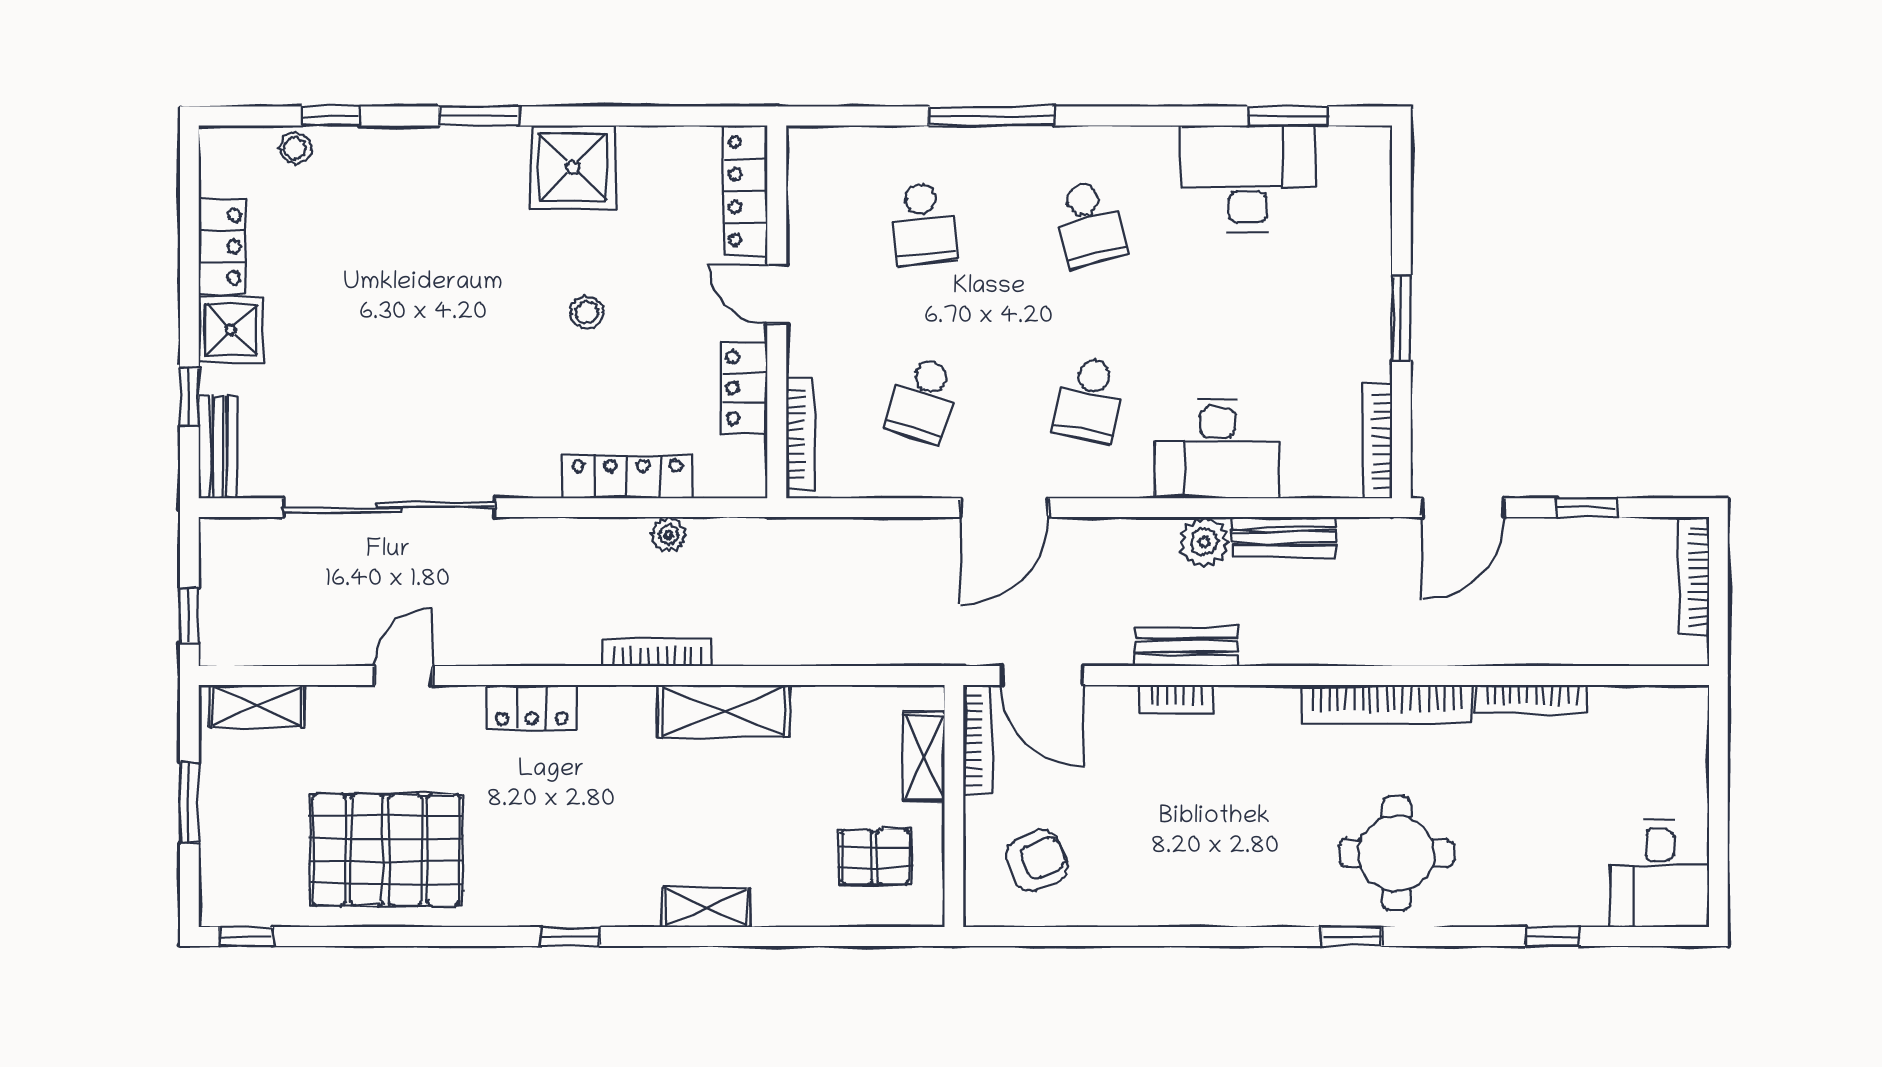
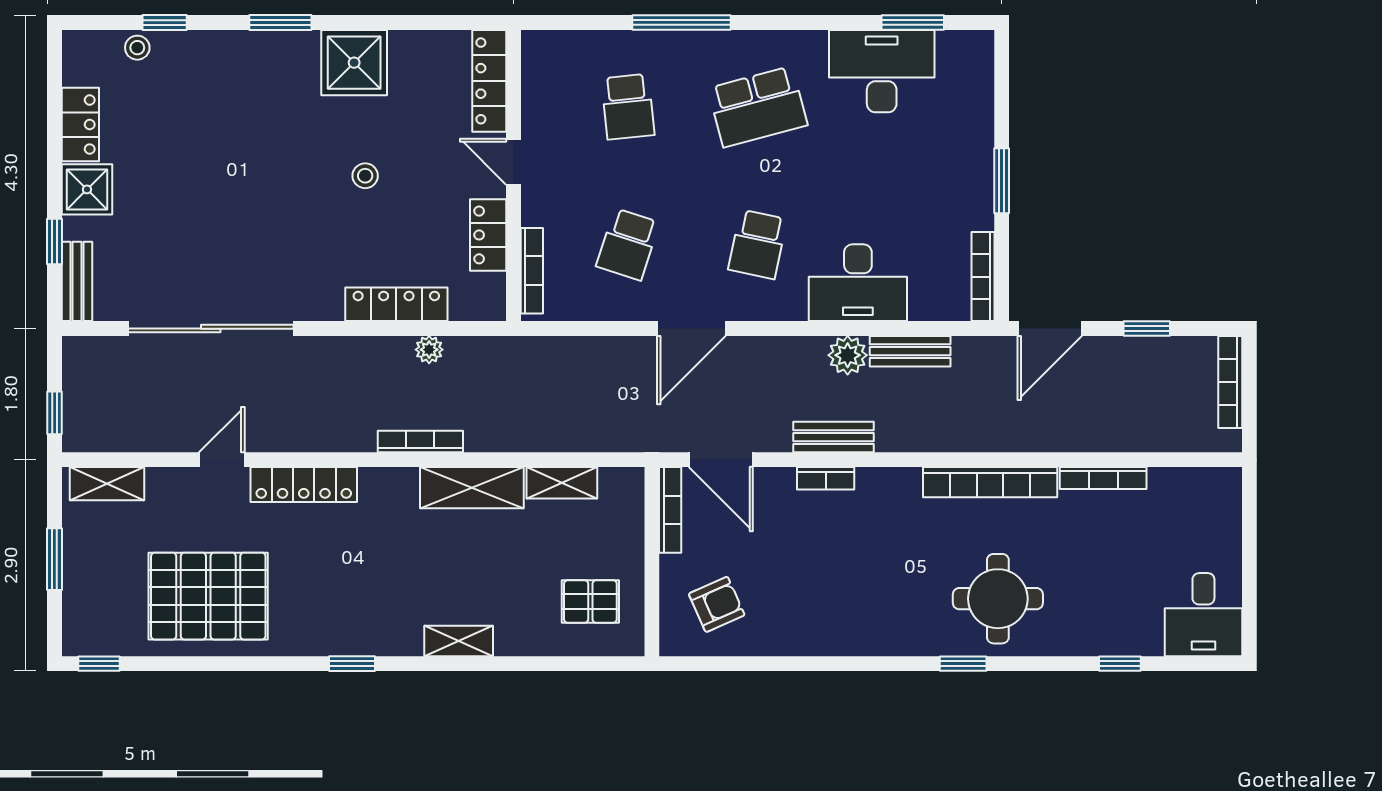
school desk: (1089, 224) -> (758, 107), width x1.85
locker: (532, 707) -> (304, 485), width x1.53
shelving: (924, 757) -> (562, 483), moved, turned 90

